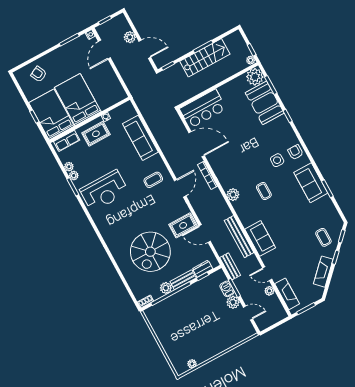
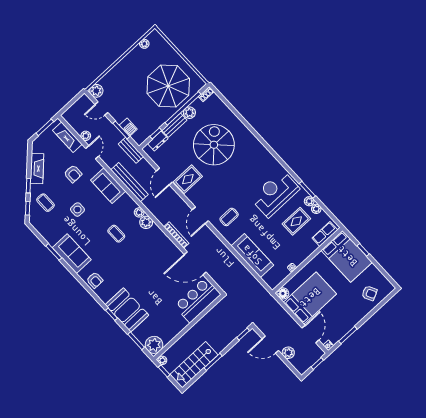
stairs: (205, 58) -> (194, 365), moved
floor lamp: (121, 95) -> (283, 293), added
bed: (78, 100) -> (310, 298), moved, turned -90
booth: (265, 103) -> (127, 310), moved
rug: (96, 134) -> (296, 221), moved
side table: (277, 160) -> (77, 210), moved
plant: (237, 206) -> (139, 212), added
door: (205, 234) -> (164, 176), swing flipped
armchair: (291, 258) -> (73, 174), added
door: (267, 274) -> (92, 152), hinge flipped
plant: (233, 302) -> (96, 91), moved
parasol: (179, 318) -> (168, 86), added

